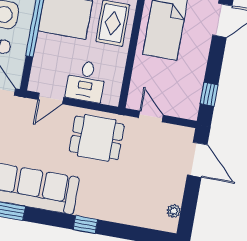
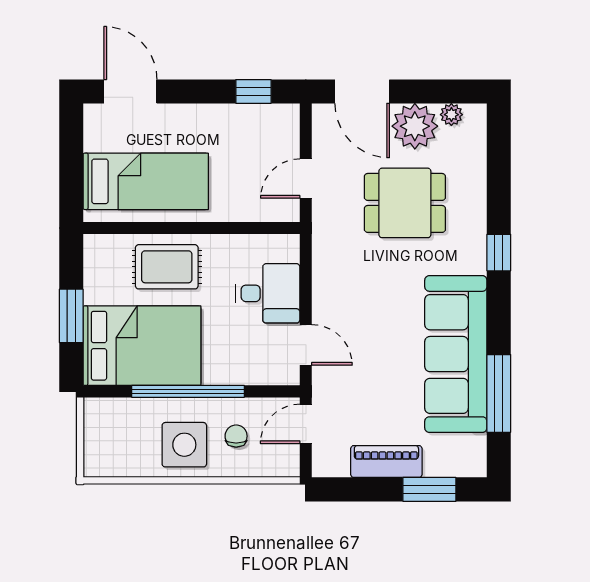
dining table: (97, 138) -> (405, 203), moved, turned 90
door: (197, 160) -> (362, 91), swing flipped
plant: (171, 188) -> (415, 126), added

